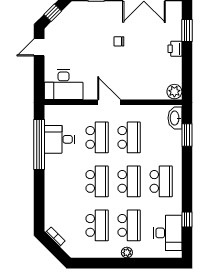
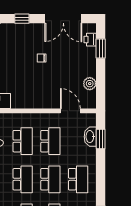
printer: (175, 49) -> (90, 40), moved
plant: (174, 92) -> (90, 84), moved
door: (109, 102) -> (70, 111), moved
washbasin: (175, 118) -> (90, 137), moved

